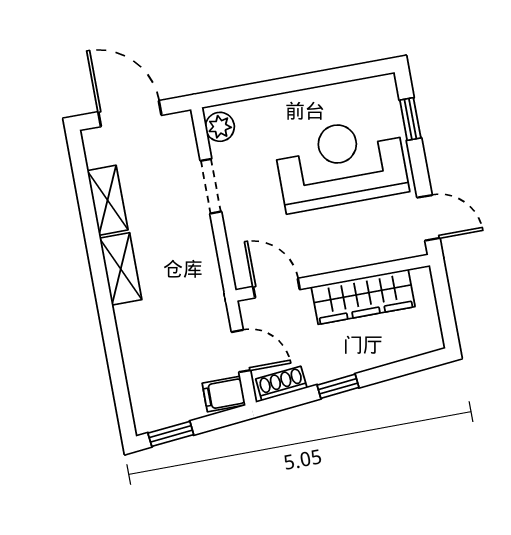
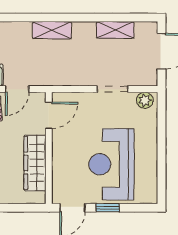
window: (410, 119) -> (108, 208), moved
reception desk: (341, 164) -> (111, 164), turned 180
shelving: (121, 269) -> (52, 30), moved

